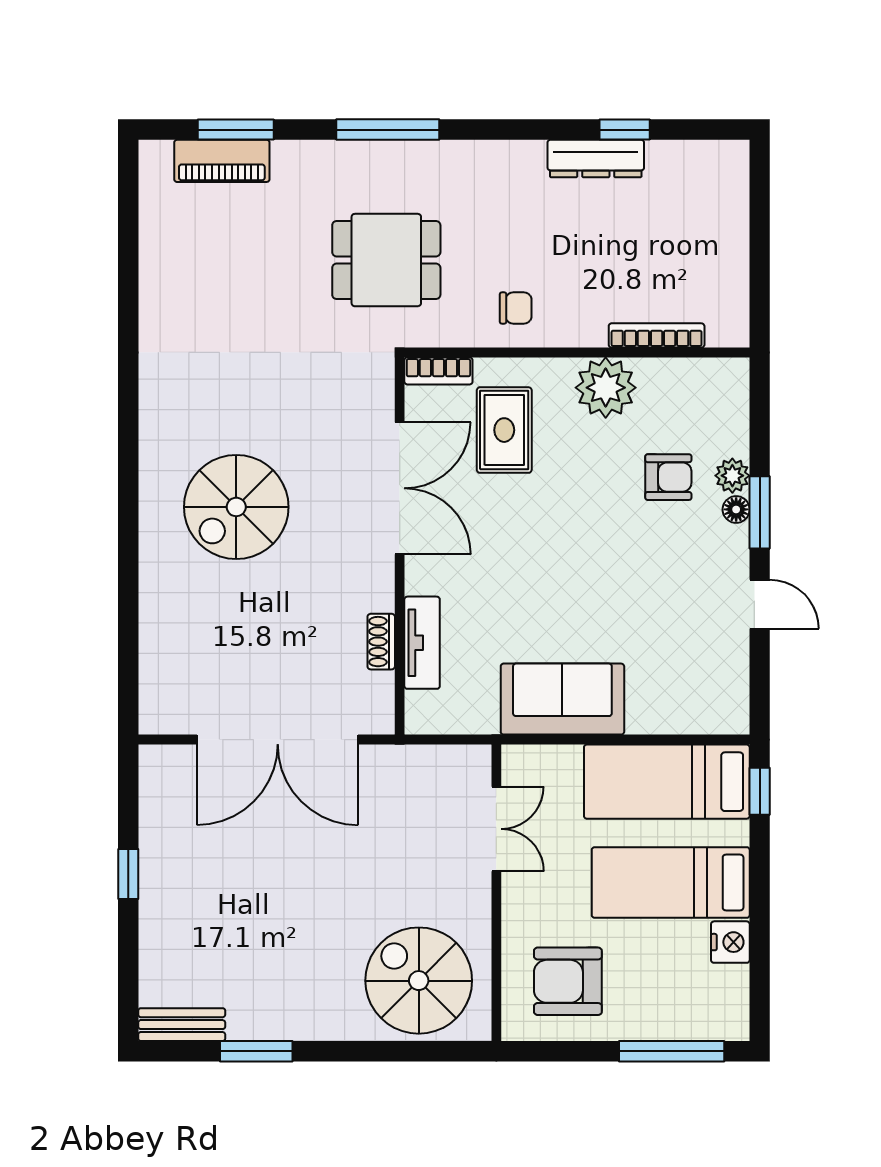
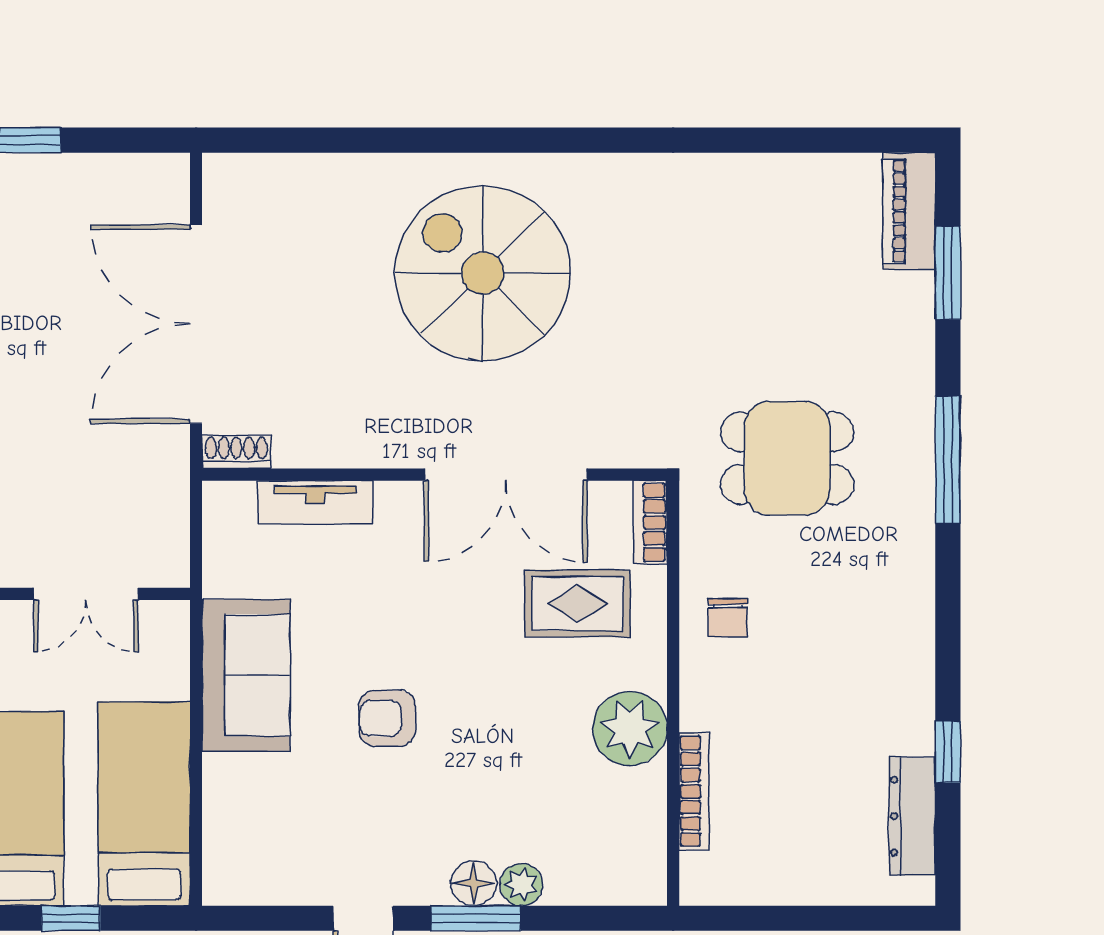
dresser: (596, 158) -> (912, 816), moved
piano: (222, 161) -> (909, 211), moved
dining table: (386, 260) -> (787, 458), turned 90
armchair: (668, 477) -> (387, 718), moved, turned 90
spiral stairs: (236, 507) -> (483, 273), width x1.37, depth x1.37
floor lamp: (736, 509) -> (473, 883), width x1.37, depth x1.37
shoe rack: (381, 642) -> (236, 452), moved
window: (760, 791) -> (71, 918), moved

